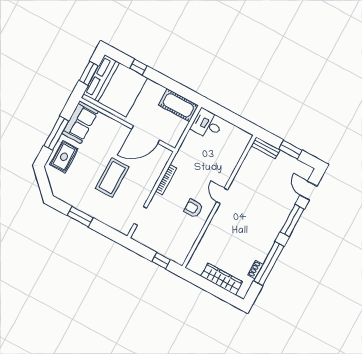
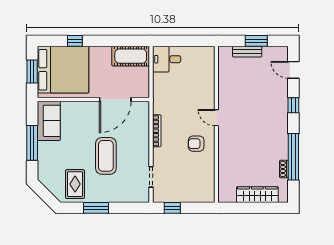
bench: (266, 148) -> (247, 52), moved
rug: (64, 157) -> (75, 184), moved
window: (292, 220) -> (293, 105), width x0.46
window: (161, 261) -> (172, 208), moved

